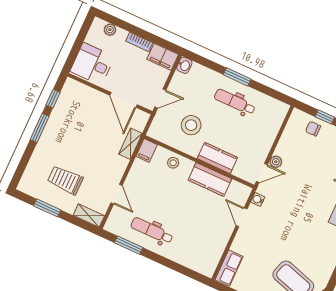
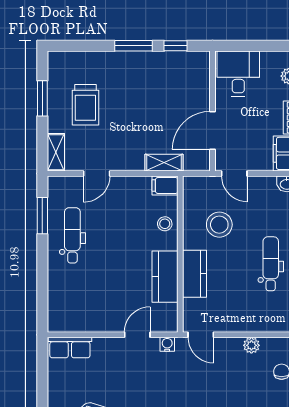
plant: (276, 162) -> (251, 345), moved
trolley: (65, 180) -> (85, 105), turned 180

